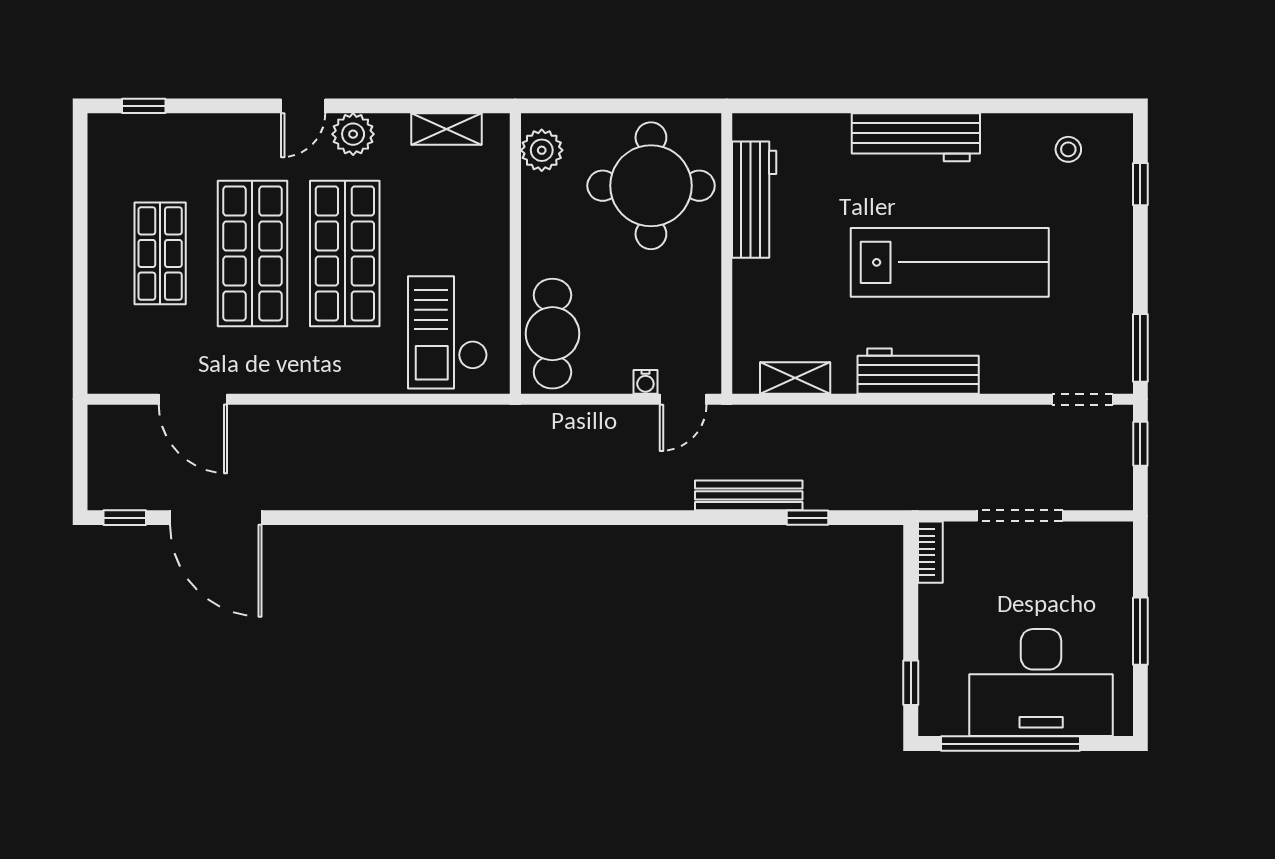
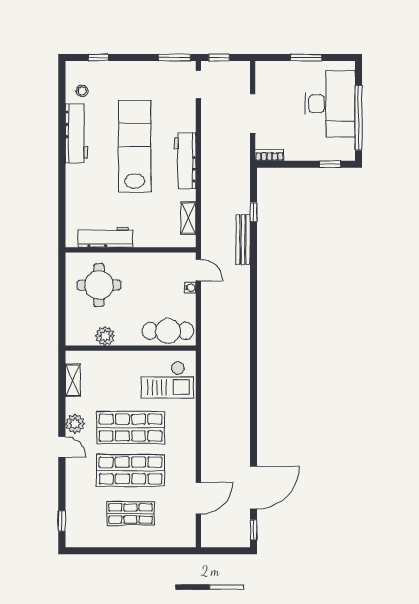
workbench: (916, 137) -> (76, 133), moved
plant: (542, 150) -> (105, 336), moved
round table: (651, 186) -> (99, 285), width x0.73, depth x0.73

